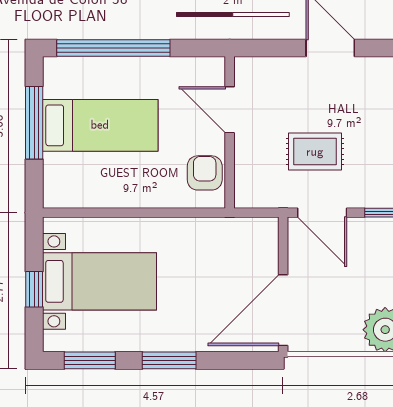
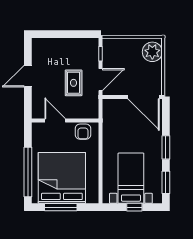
door: (230, 110) -> (55, 121), swing flipped
bed: (100, 125) -> (62, 178), width x2.04
armchair: (205, 173) -> (83, 132), turned -90

